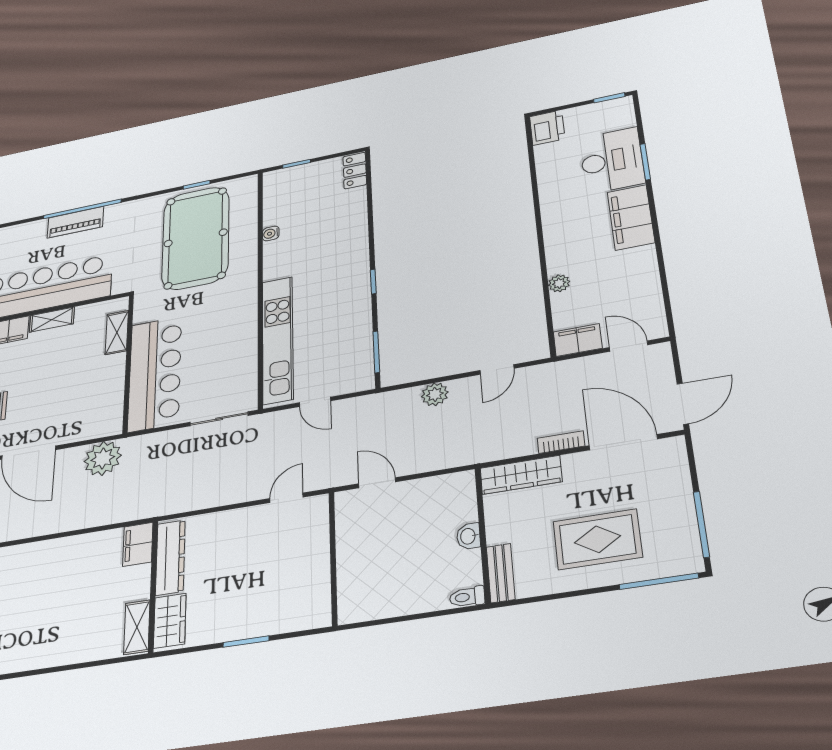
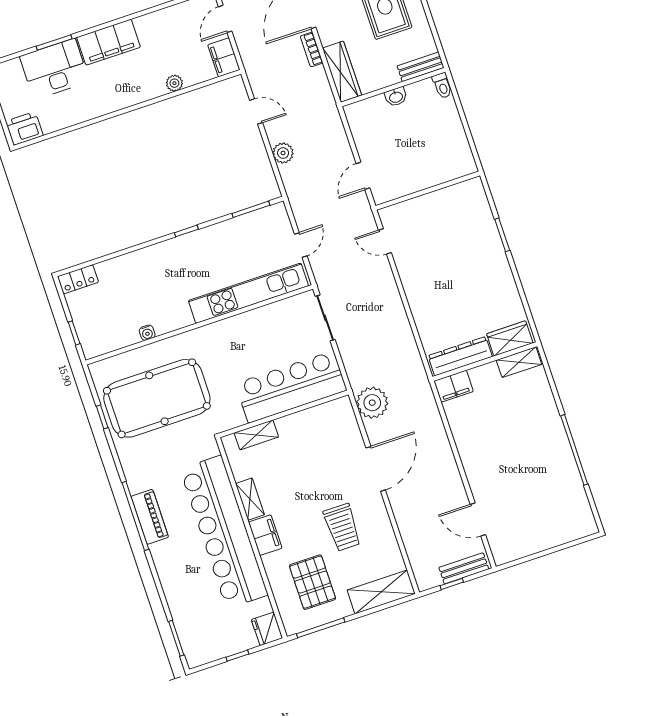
filing cabinet: (138, 544) -> (454, 386), moved
dresser: (170, 557) -> (460, 356), moved
wall: (153, 586) -> (485, 362), moved
wardrobe: (170, 621) -> (510, 338), moved
shelving: (137, 627) -> (519, 362), moved

